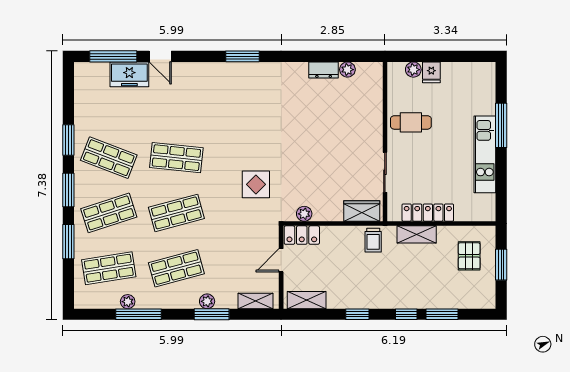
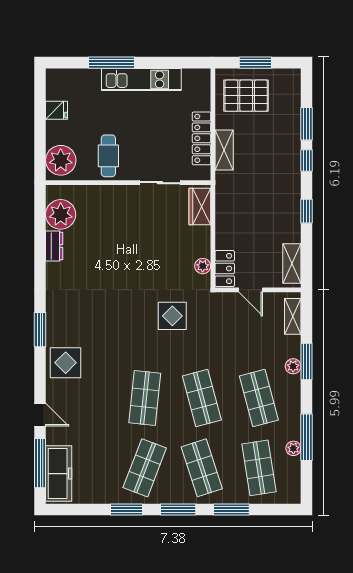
door: (160, 56) -> (40, 415), hinge flipped
plant: (347, 70) -> (61, 214), width x1.88, depth x1.88
plant: (413, 70) -> (61, 160), width x1.87, depth x1.87
fridge: (431, 72) -> (57, 110), moved
freezer: (129, 74) -> (59, 474), moved, width x1.40
display table: (211, 81) -> (66, 363), added
trolley: (373, 240) -> (230, 195), removed
pallet: (469, 256) -> (246, 96), width x1.50, depth x1.42

